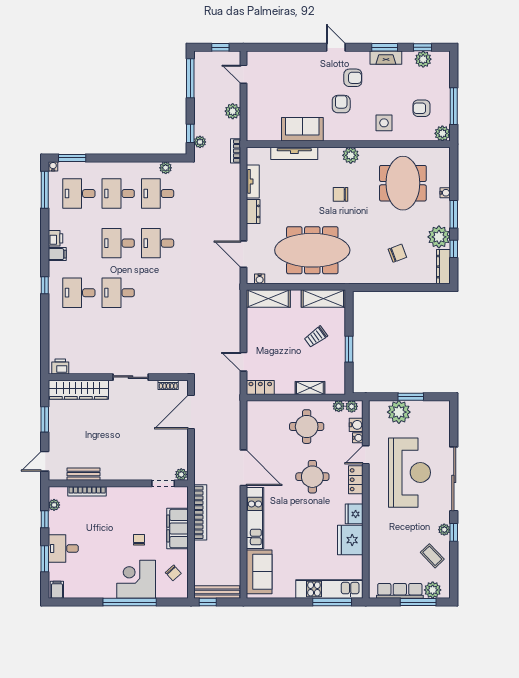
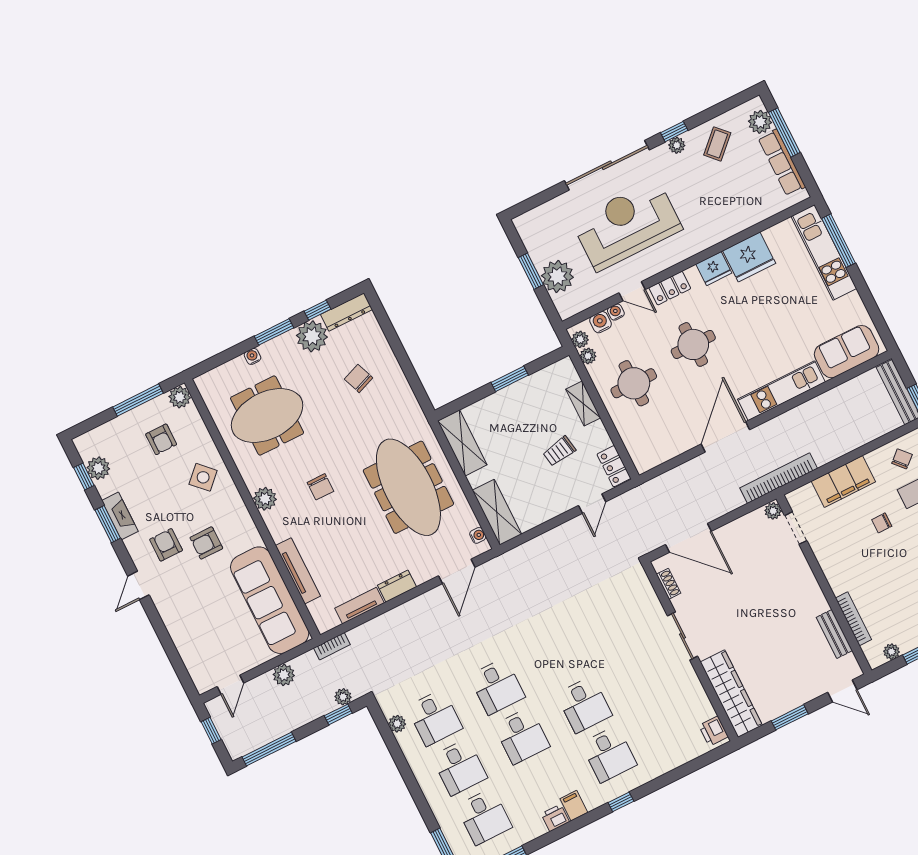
side table: (384, 123) -> (203, 477), turned 45
sofa: (302, 129) -> (270, 600), width x1.85, depth x1.27
trolley: (316, 337) -> (559, 451), moved, turned 116
bookcase: (200, 512) -> (779, 478), moved

